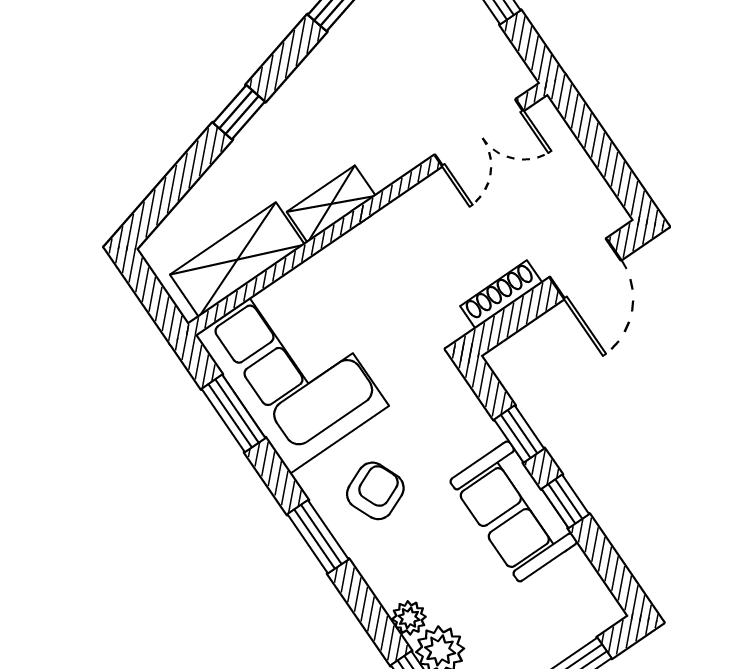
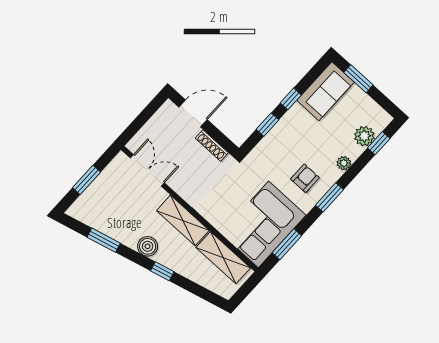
boiler: (304, 92) -> (148, 246), added
shelving: (331, 204) -> (183, 220), width x1.50, depth x1.33
armchair: (375, 491) -> (305, 178), turned 113
sofa: (514, 511) -> (325, 91), moved
plant: (409, 618) -> (344, 163), moved

